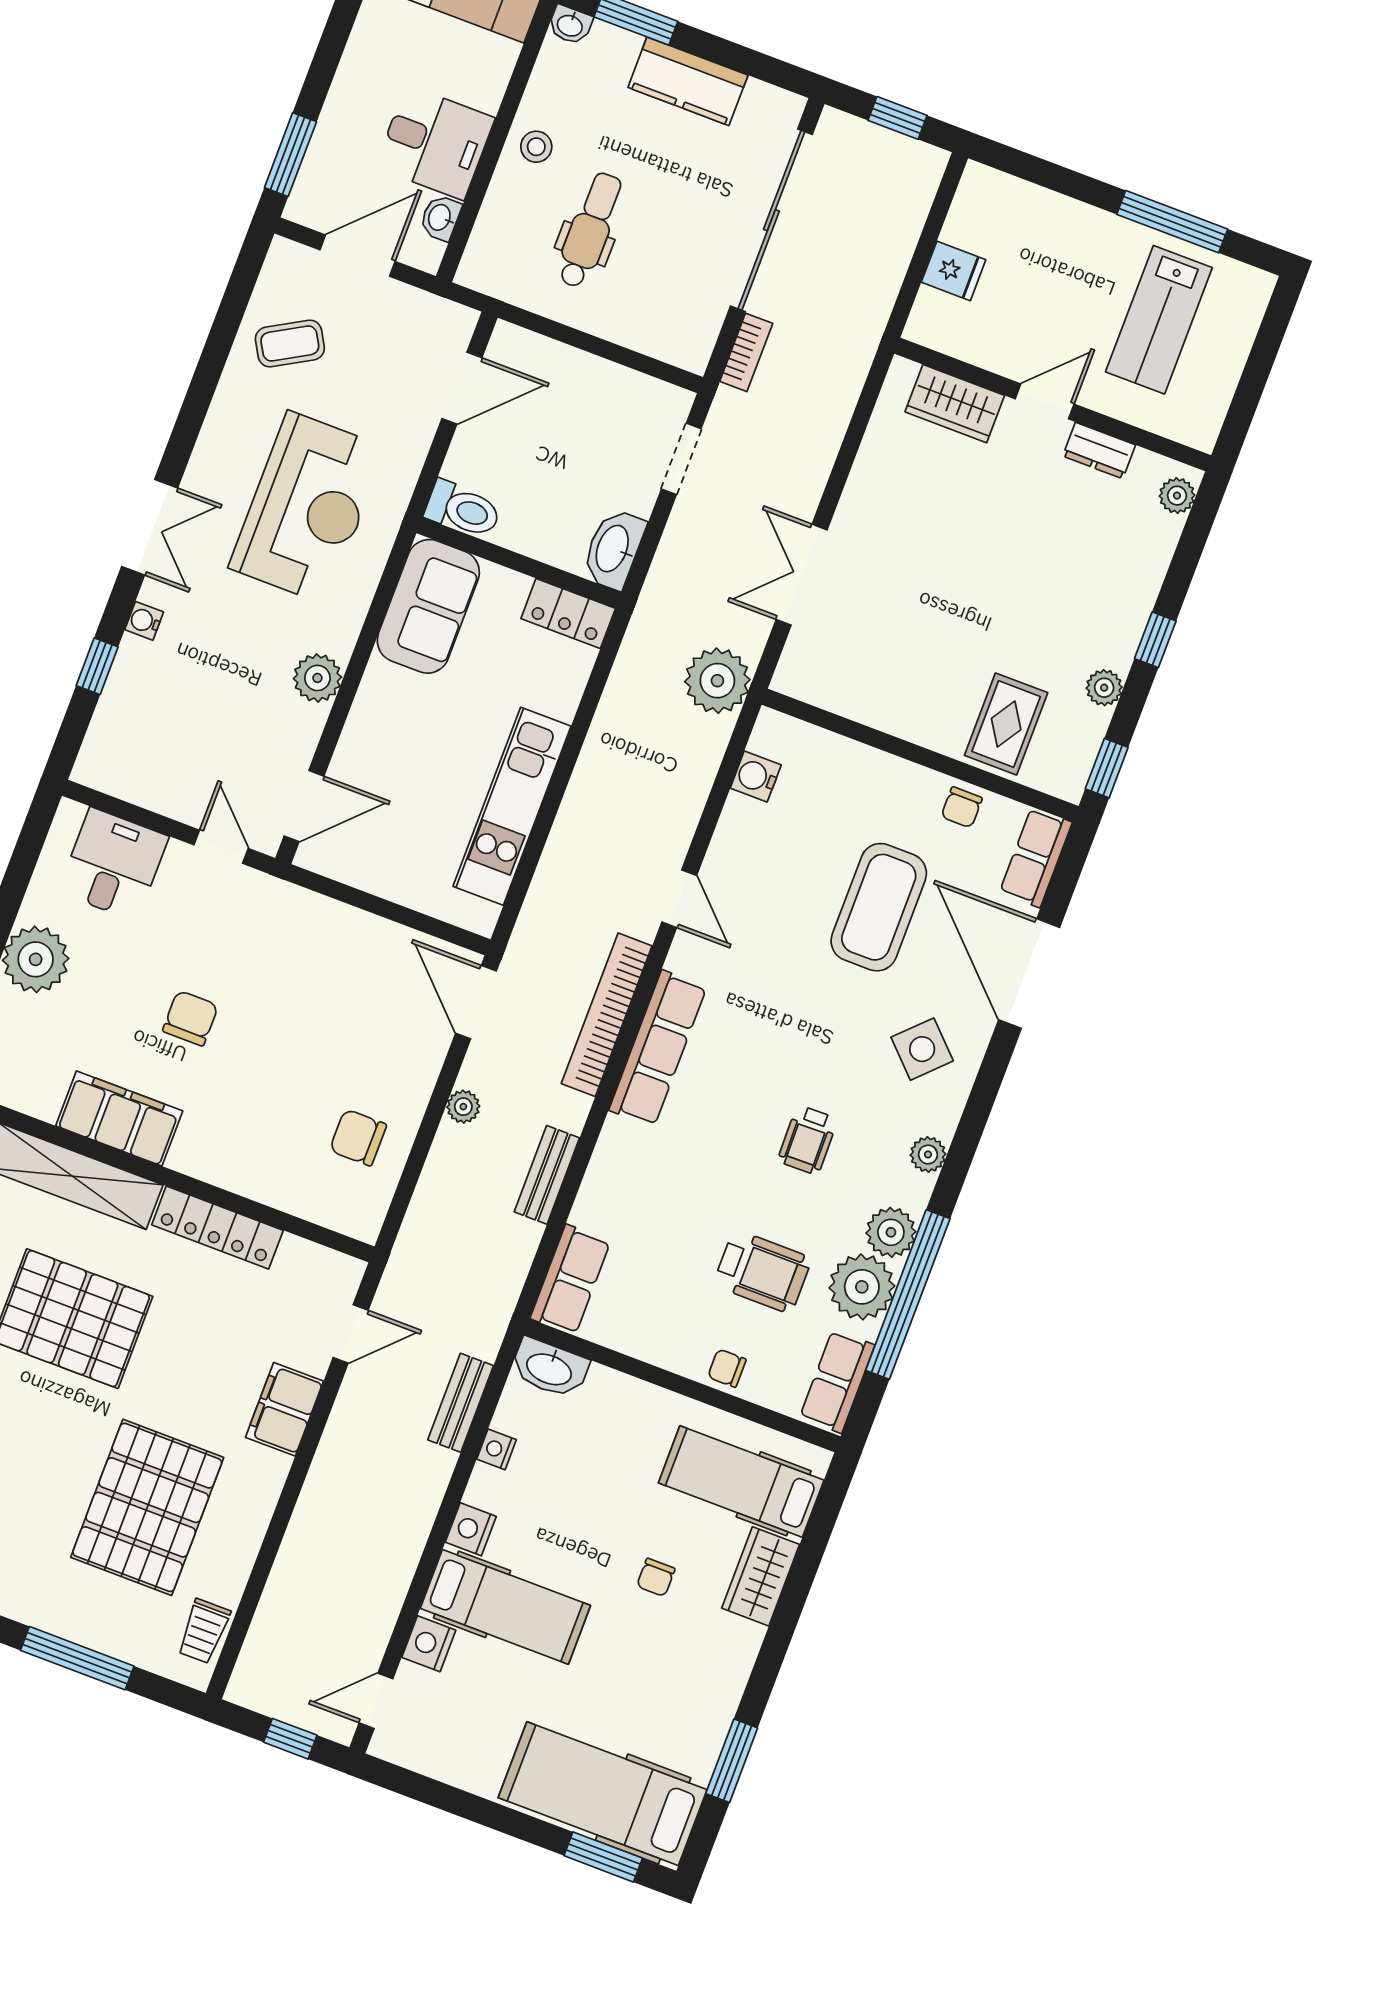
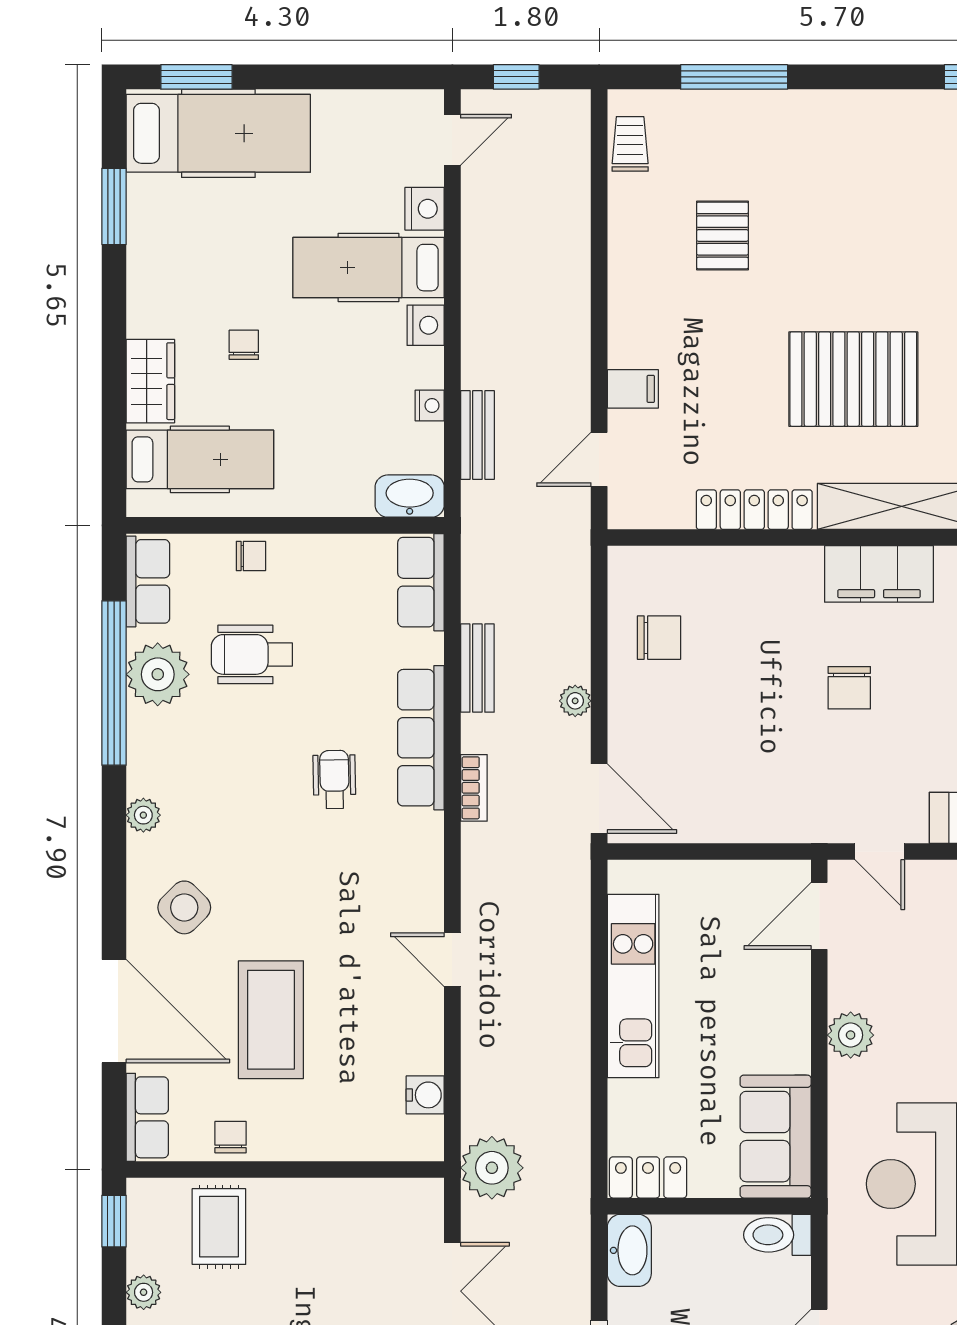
bookcase: (607, 1015) -> (474, 788), width x0.43, depth x0.76
row of seats: (658, 1048) -> (421, 738), moved
wheelchair: (808, 1140) -> (334, 780), moved
plant: (891, 1232) -> (150, 733), removed
filing cabinet: (284, 1409) -> (633, 389), width x0.50
pallet: (147, 1507) -> (722, 235), width x0.49, depth x0.50

